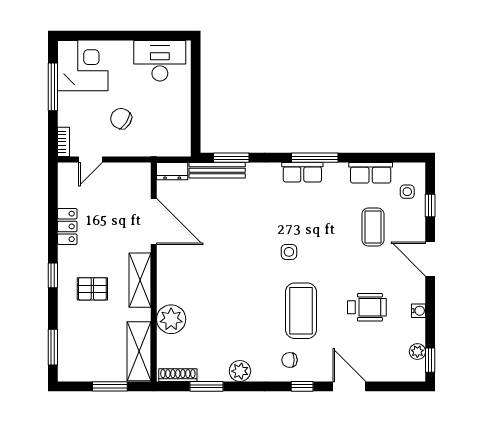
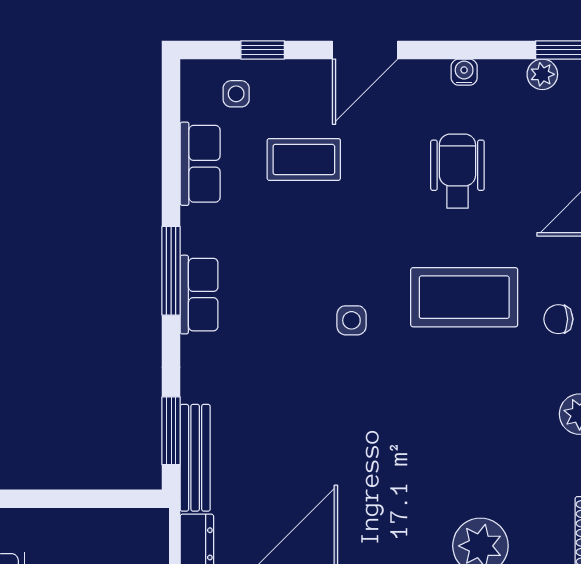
chair: (290, 360) -> (558, 319), turned 90

